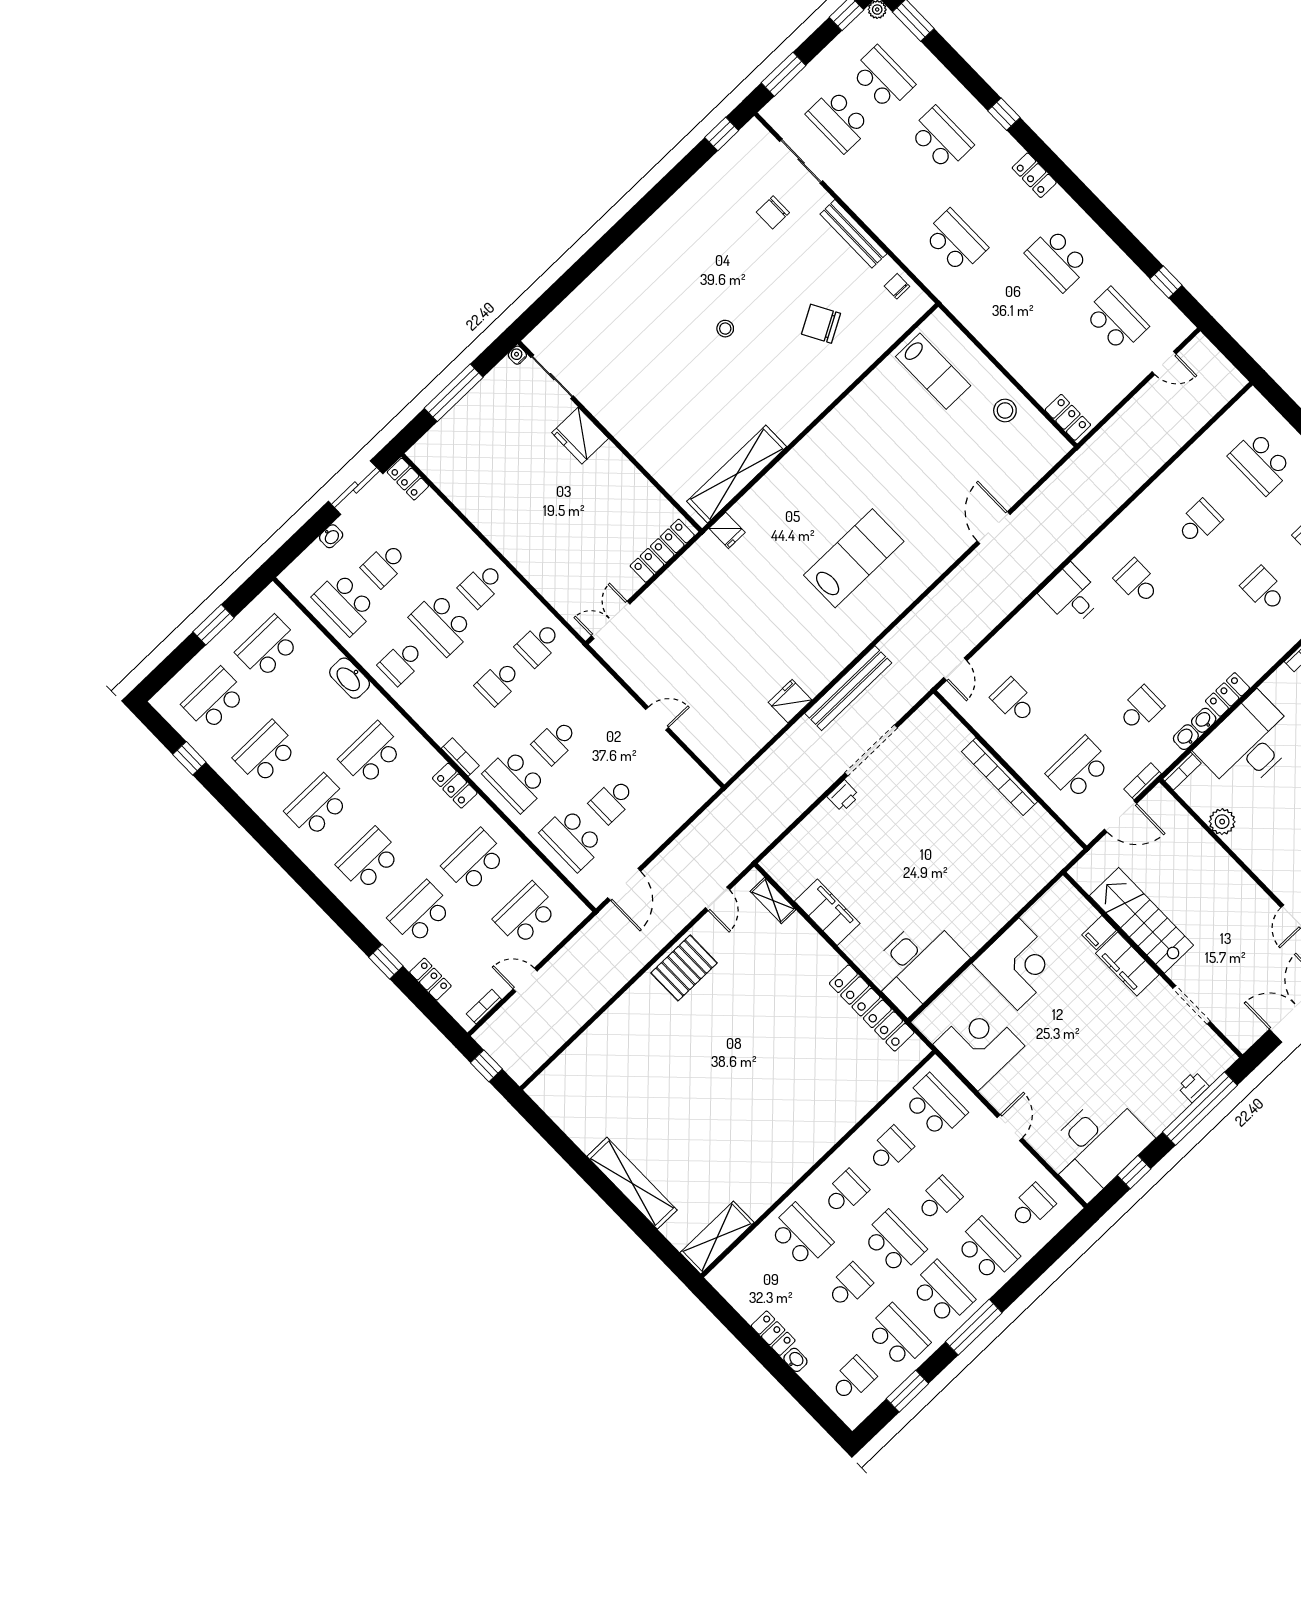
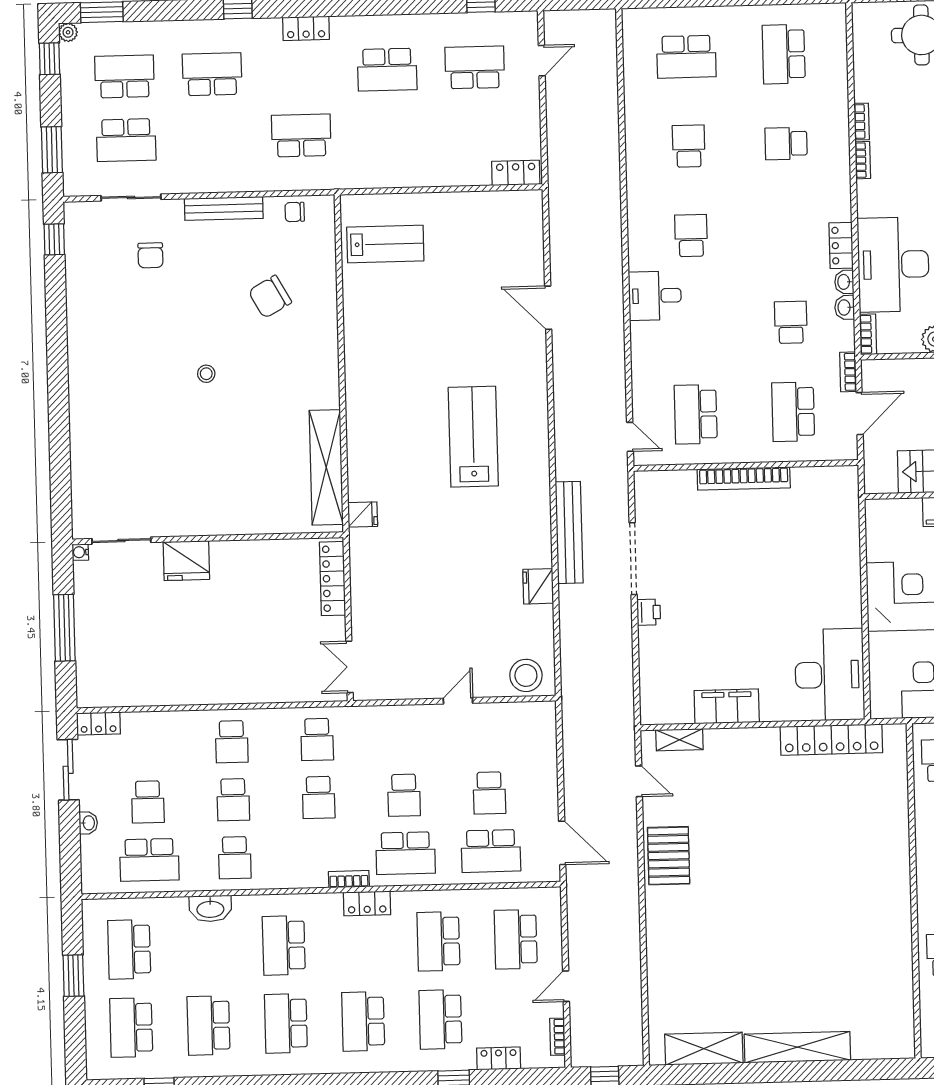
stool: (1005, 410) -> (526, 675), moved, width x1.38, depth x1.38
school desk: (1137, 582) -> (691, 235), turned 90
school desk: (441, 624) -> (233, 800), width x0.54
school desk: (1014, 701) -> (696, 414), width x1.85
shelving: (717, 1238) -> (704, 1049), moved, turned 90

